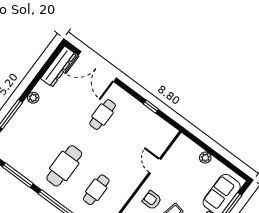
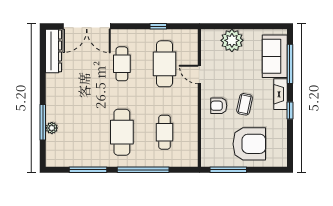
plant: (33, 98) -> (52, 128), moved
cafe table: (135, 138) -> (164, 64), added
plant: (205, 158) -> (232, 40), width x1.87, depth x1.87

